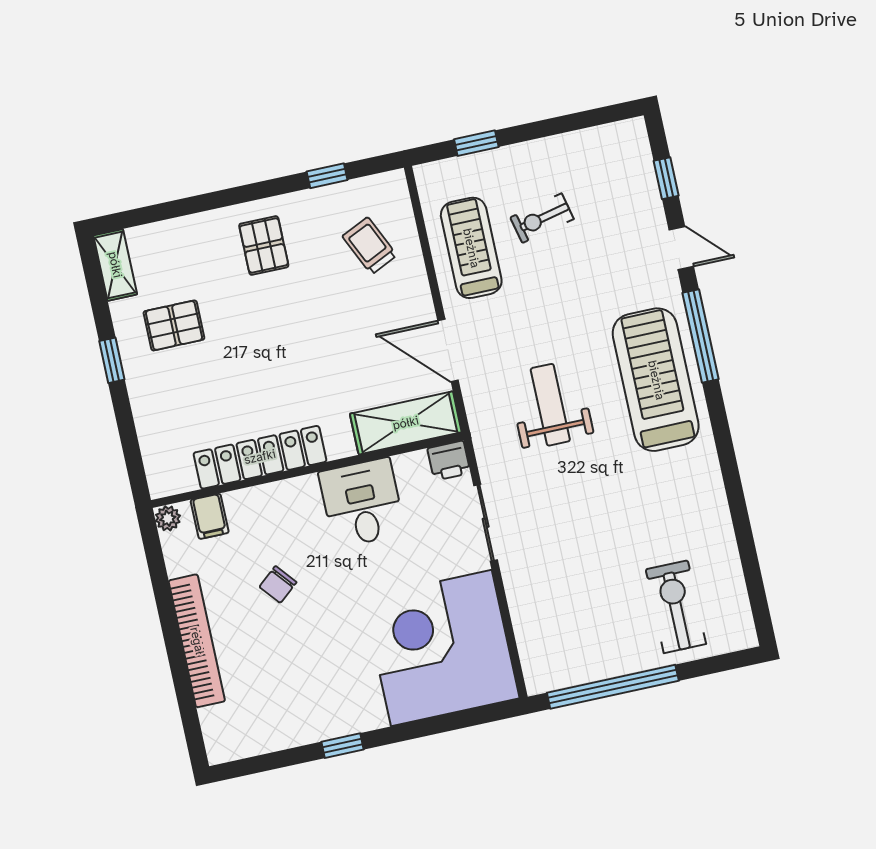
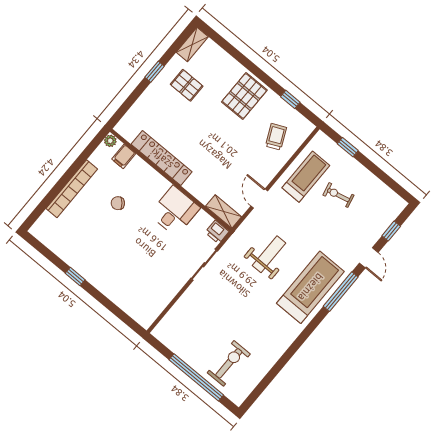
pallet: (264, 245) -> (244, 96), width x1.50, depth x1.42
door: (448, 351) -> (259, 199), width x0.73
shelving: (406, 423) -> (224, 211), width x0.67, depth x0.75
corner desk: (441, 648) -> (142, 285), removed
window: (613, 687) -> (196, 377), moved

